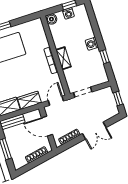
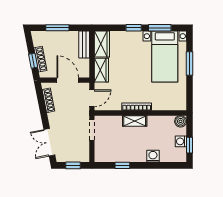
washing machine: (92, 44) -> (153, 156), moved
door: (56, 101) -> (92, 98), hinge flipped
door: (47, 126) -> (68, 80), hinge flipped
double door: (94, 131) -> (49, 142), moved
window: (40, 161) -> (33, 61), added

